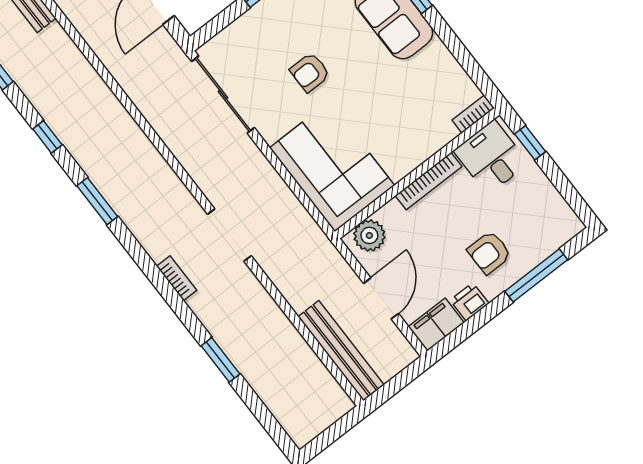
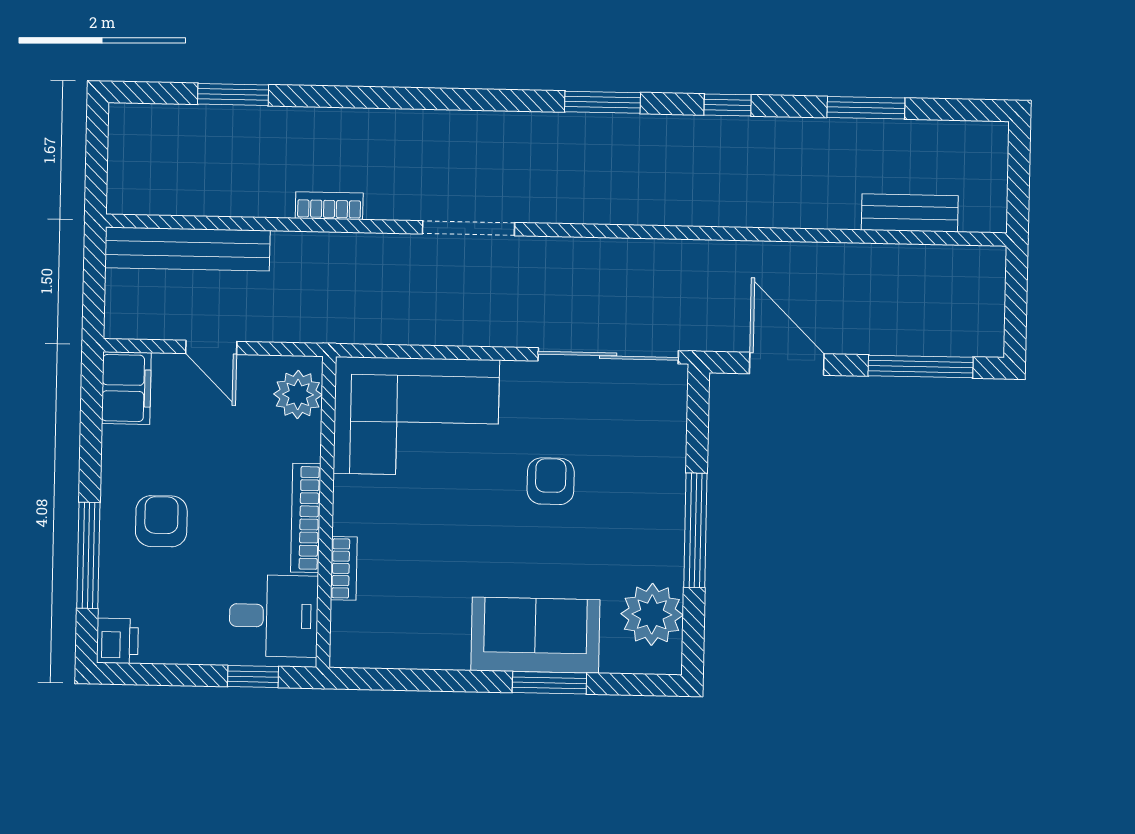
bookcase: (473, 114) -> (344, 568), moved
doorway: (229, 235) -> (469, 228), moved
bookcase: (177, 278) -> (329, 206), moved, turned 180
door: (381, 298) -> (211, 347), width x0.73
printer: (470, 302) -> (117, 641), moved
window: (220, 360) -> (233, 95), moved

